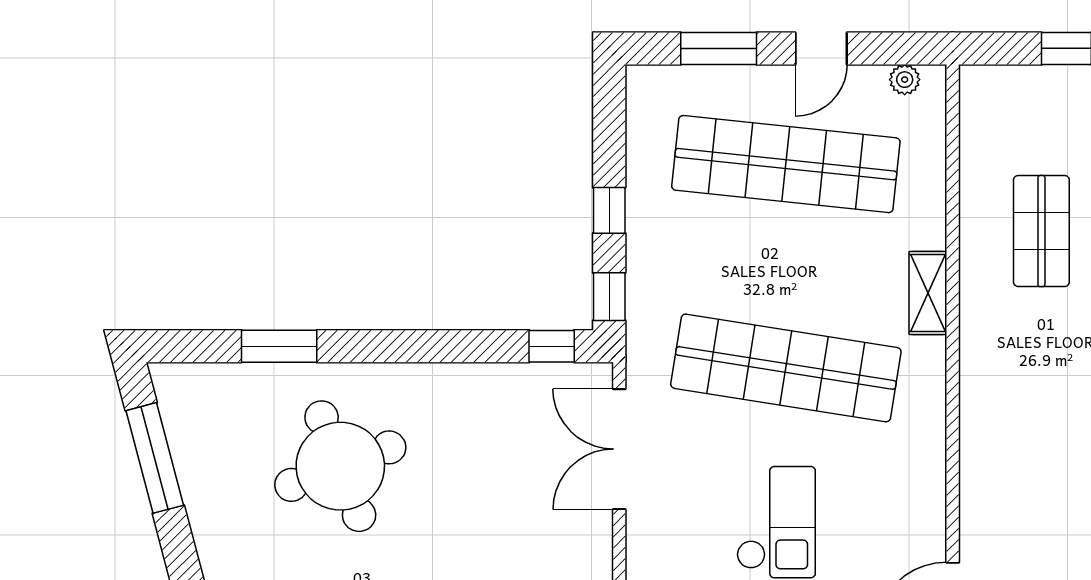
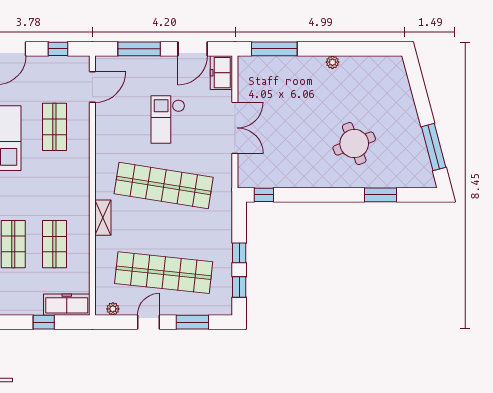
freezer: (1013, 89) -> (67, 305), added
window: (609, 297) -> (239, 287), moved
double door: (619, 449) -> (235, 128), moved
round table: (340, 466) -> (354, 144), width x0.73, depth x0.73
shop shelf: (1041, 505) -> (54, 127), added

